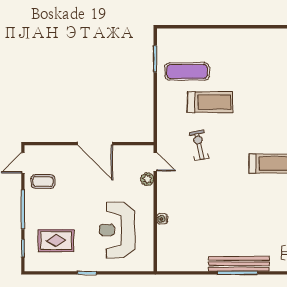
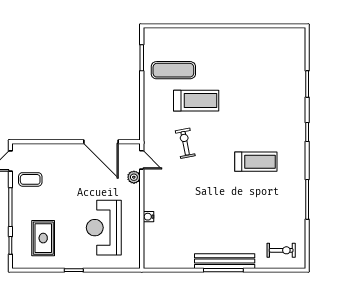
door: (95, 144) -> (101, 142), moved
rug: (56, 241) -> (43, 238), turned 90

